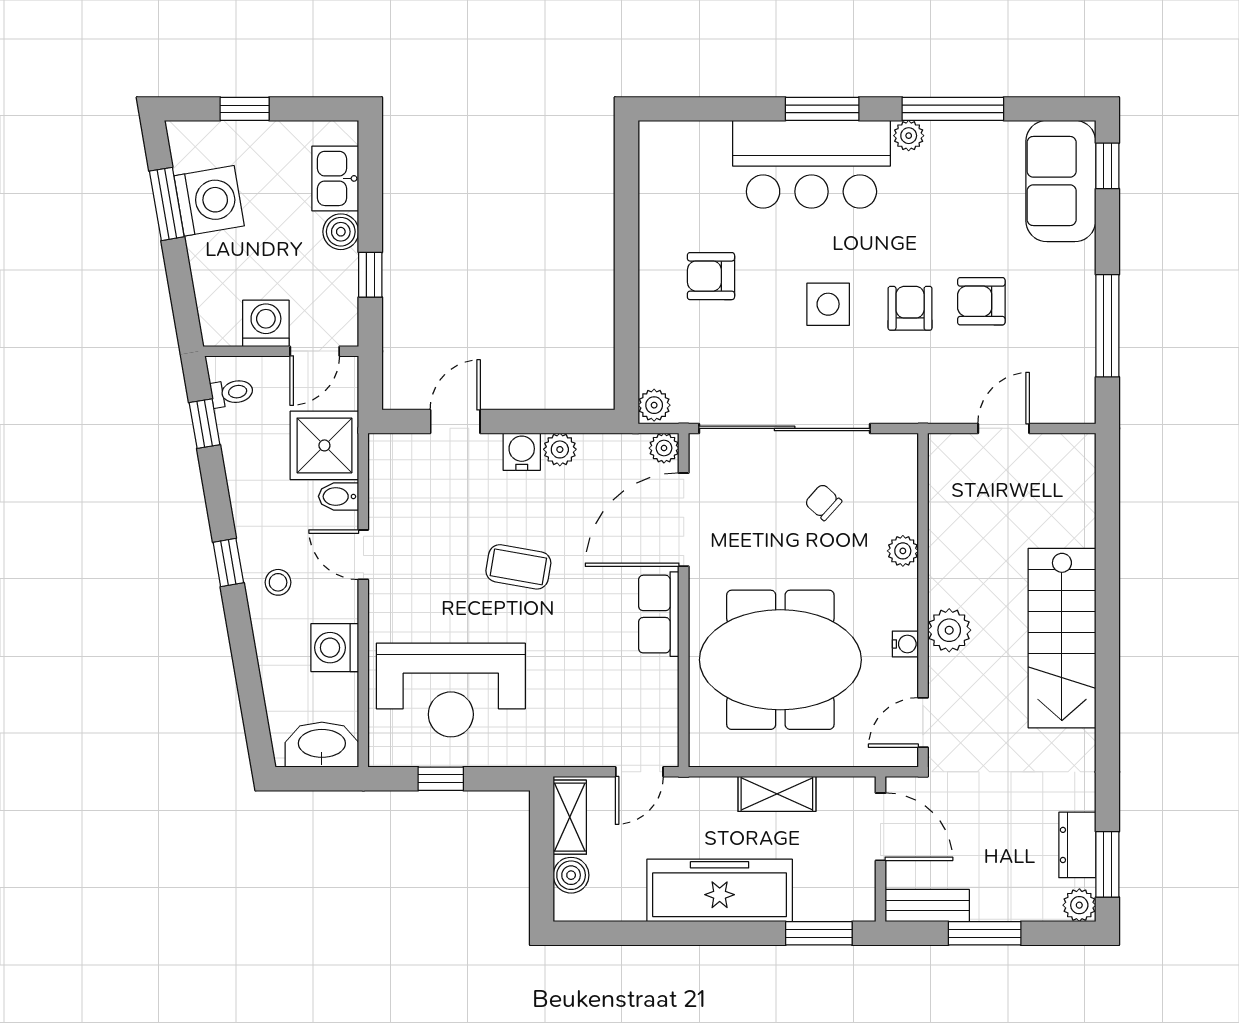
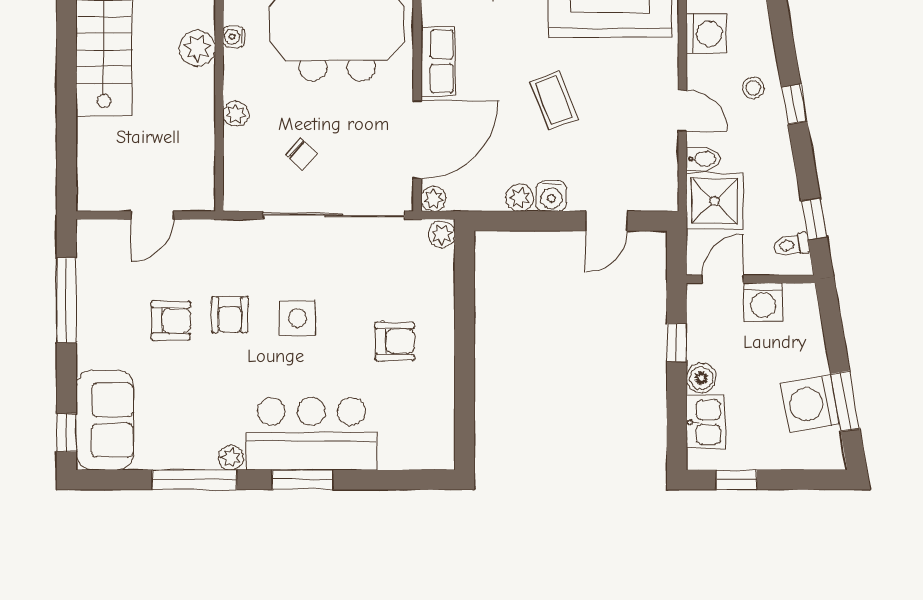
window: (245, 109) -> (736, 480), moved
coffee table: (518, 567) -> (554, 101), turned 59

